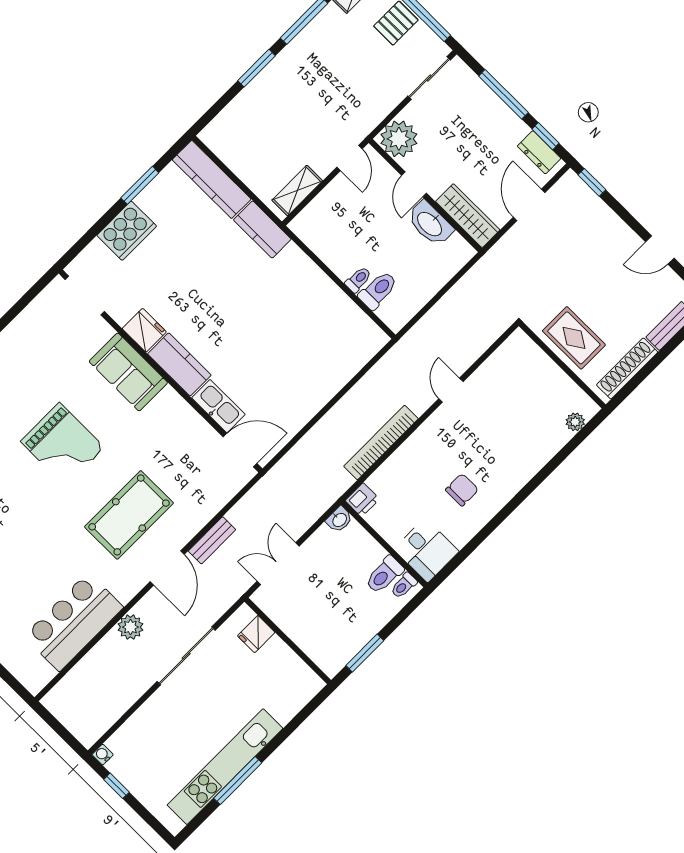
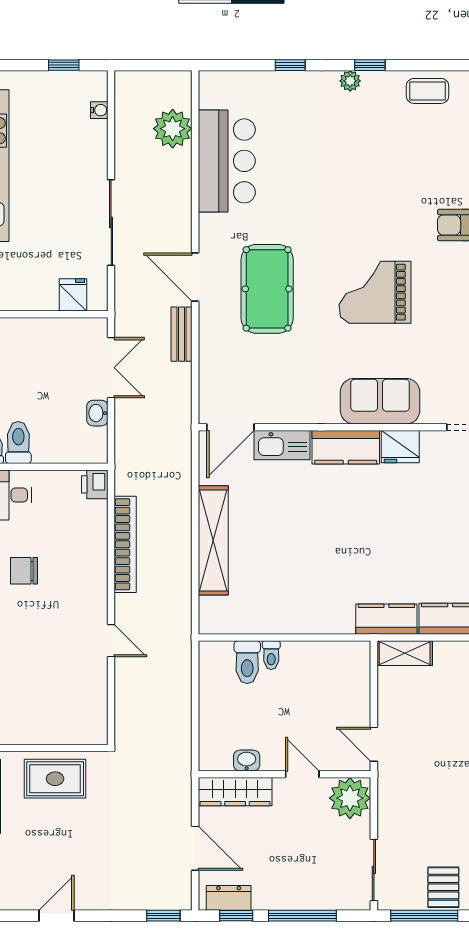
shelving: (297, 191) -> (405, 653), moved, turned 90
washbasin: (430, 224) -> (247, 761), width x0.52, depth x0.69
shelving: (323, 389) -> (213, 540), added
chair: (462, 490) -> (24, 571), turned 90
washbasin: (339, 520) -> (97, 413), moved
plant: (130, 627) -> (173, 129), moved, width x1.36, depth x1.36
water cooler: (103, 755) -> (99, 110), moved

